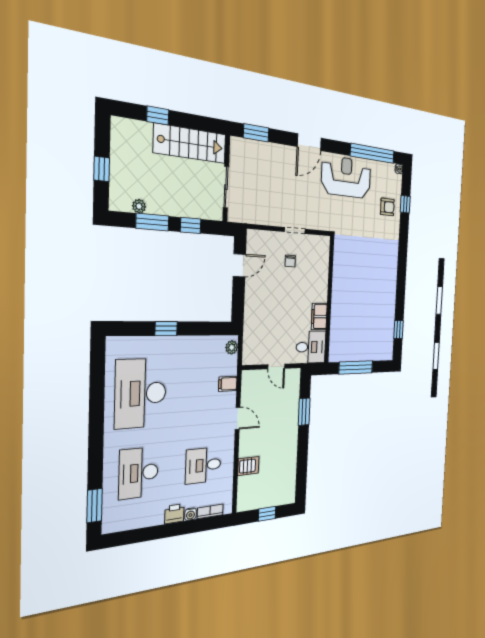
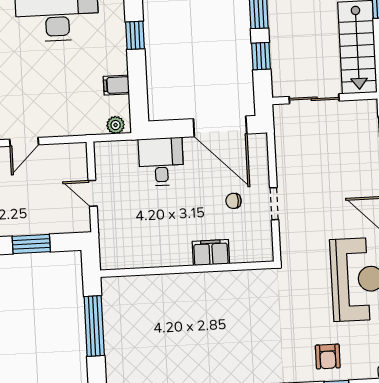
door: (239, 265) -> (220, 126), width x1.88
filing cabinet: (319, 317) -> (211, 253), moved
desk: (311, 347) -> (161, 162), moved, turned 180
door: (276, 367) -> (93, 193), hinge flipped
filing cabinet: (228, 384) -> (116, 85), moved, turned -90

